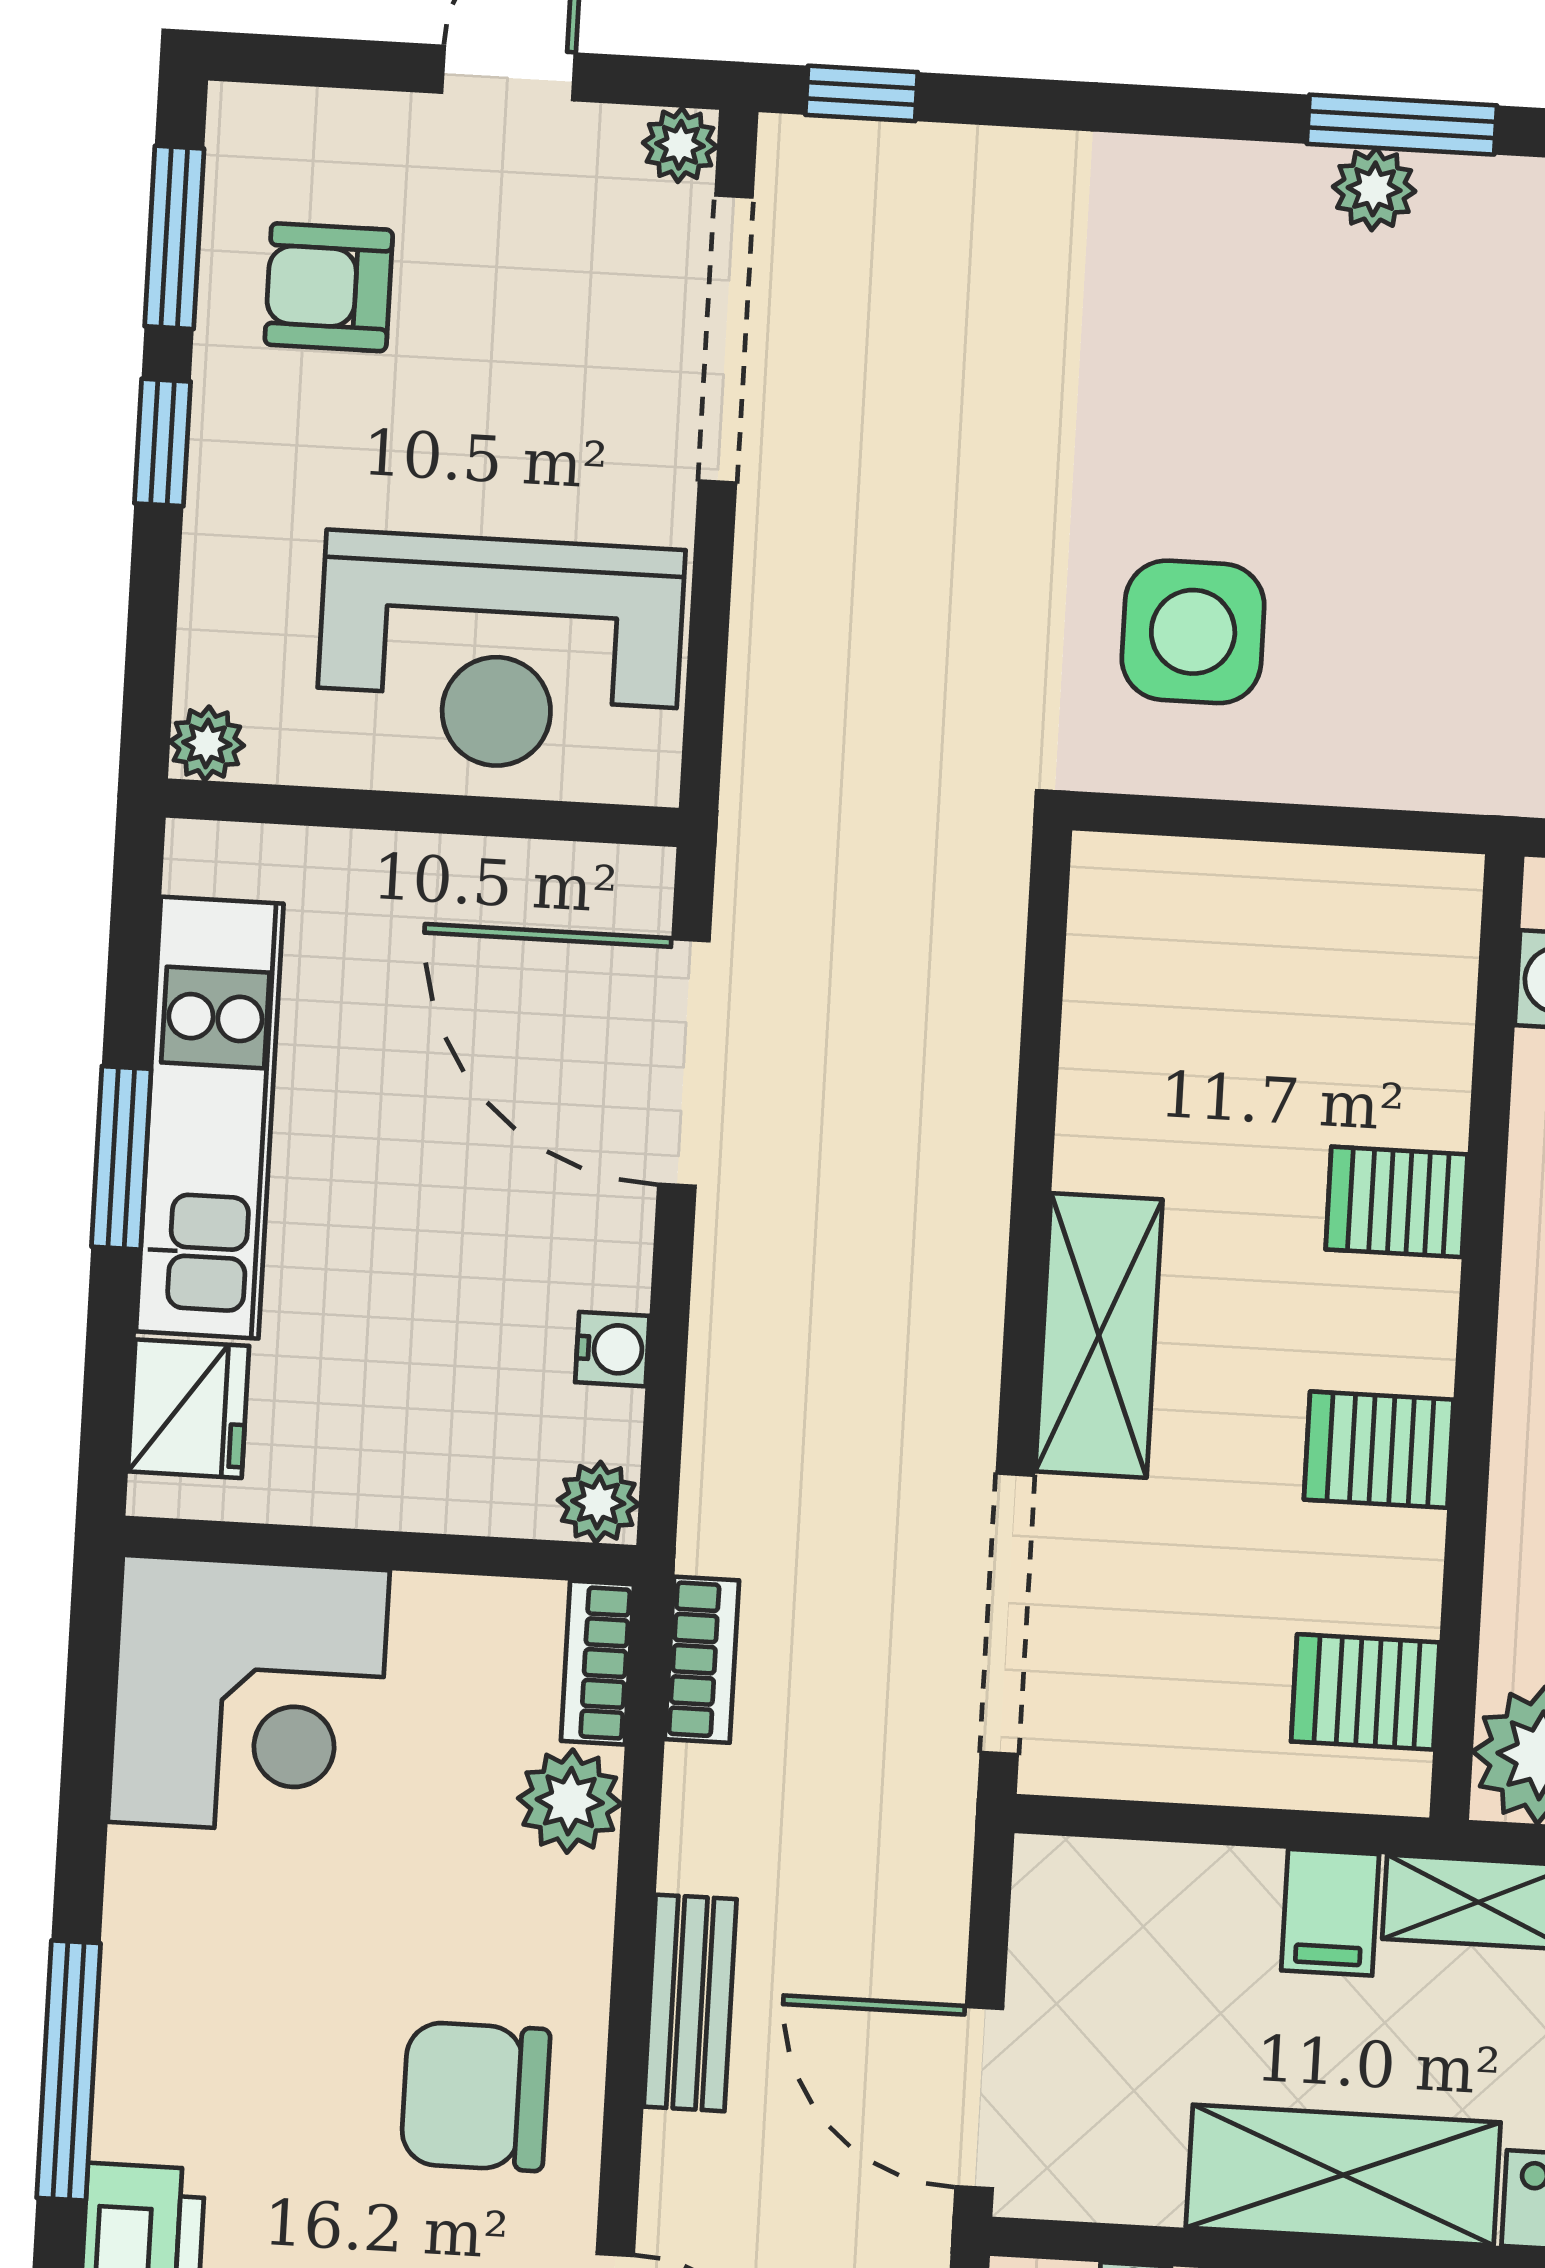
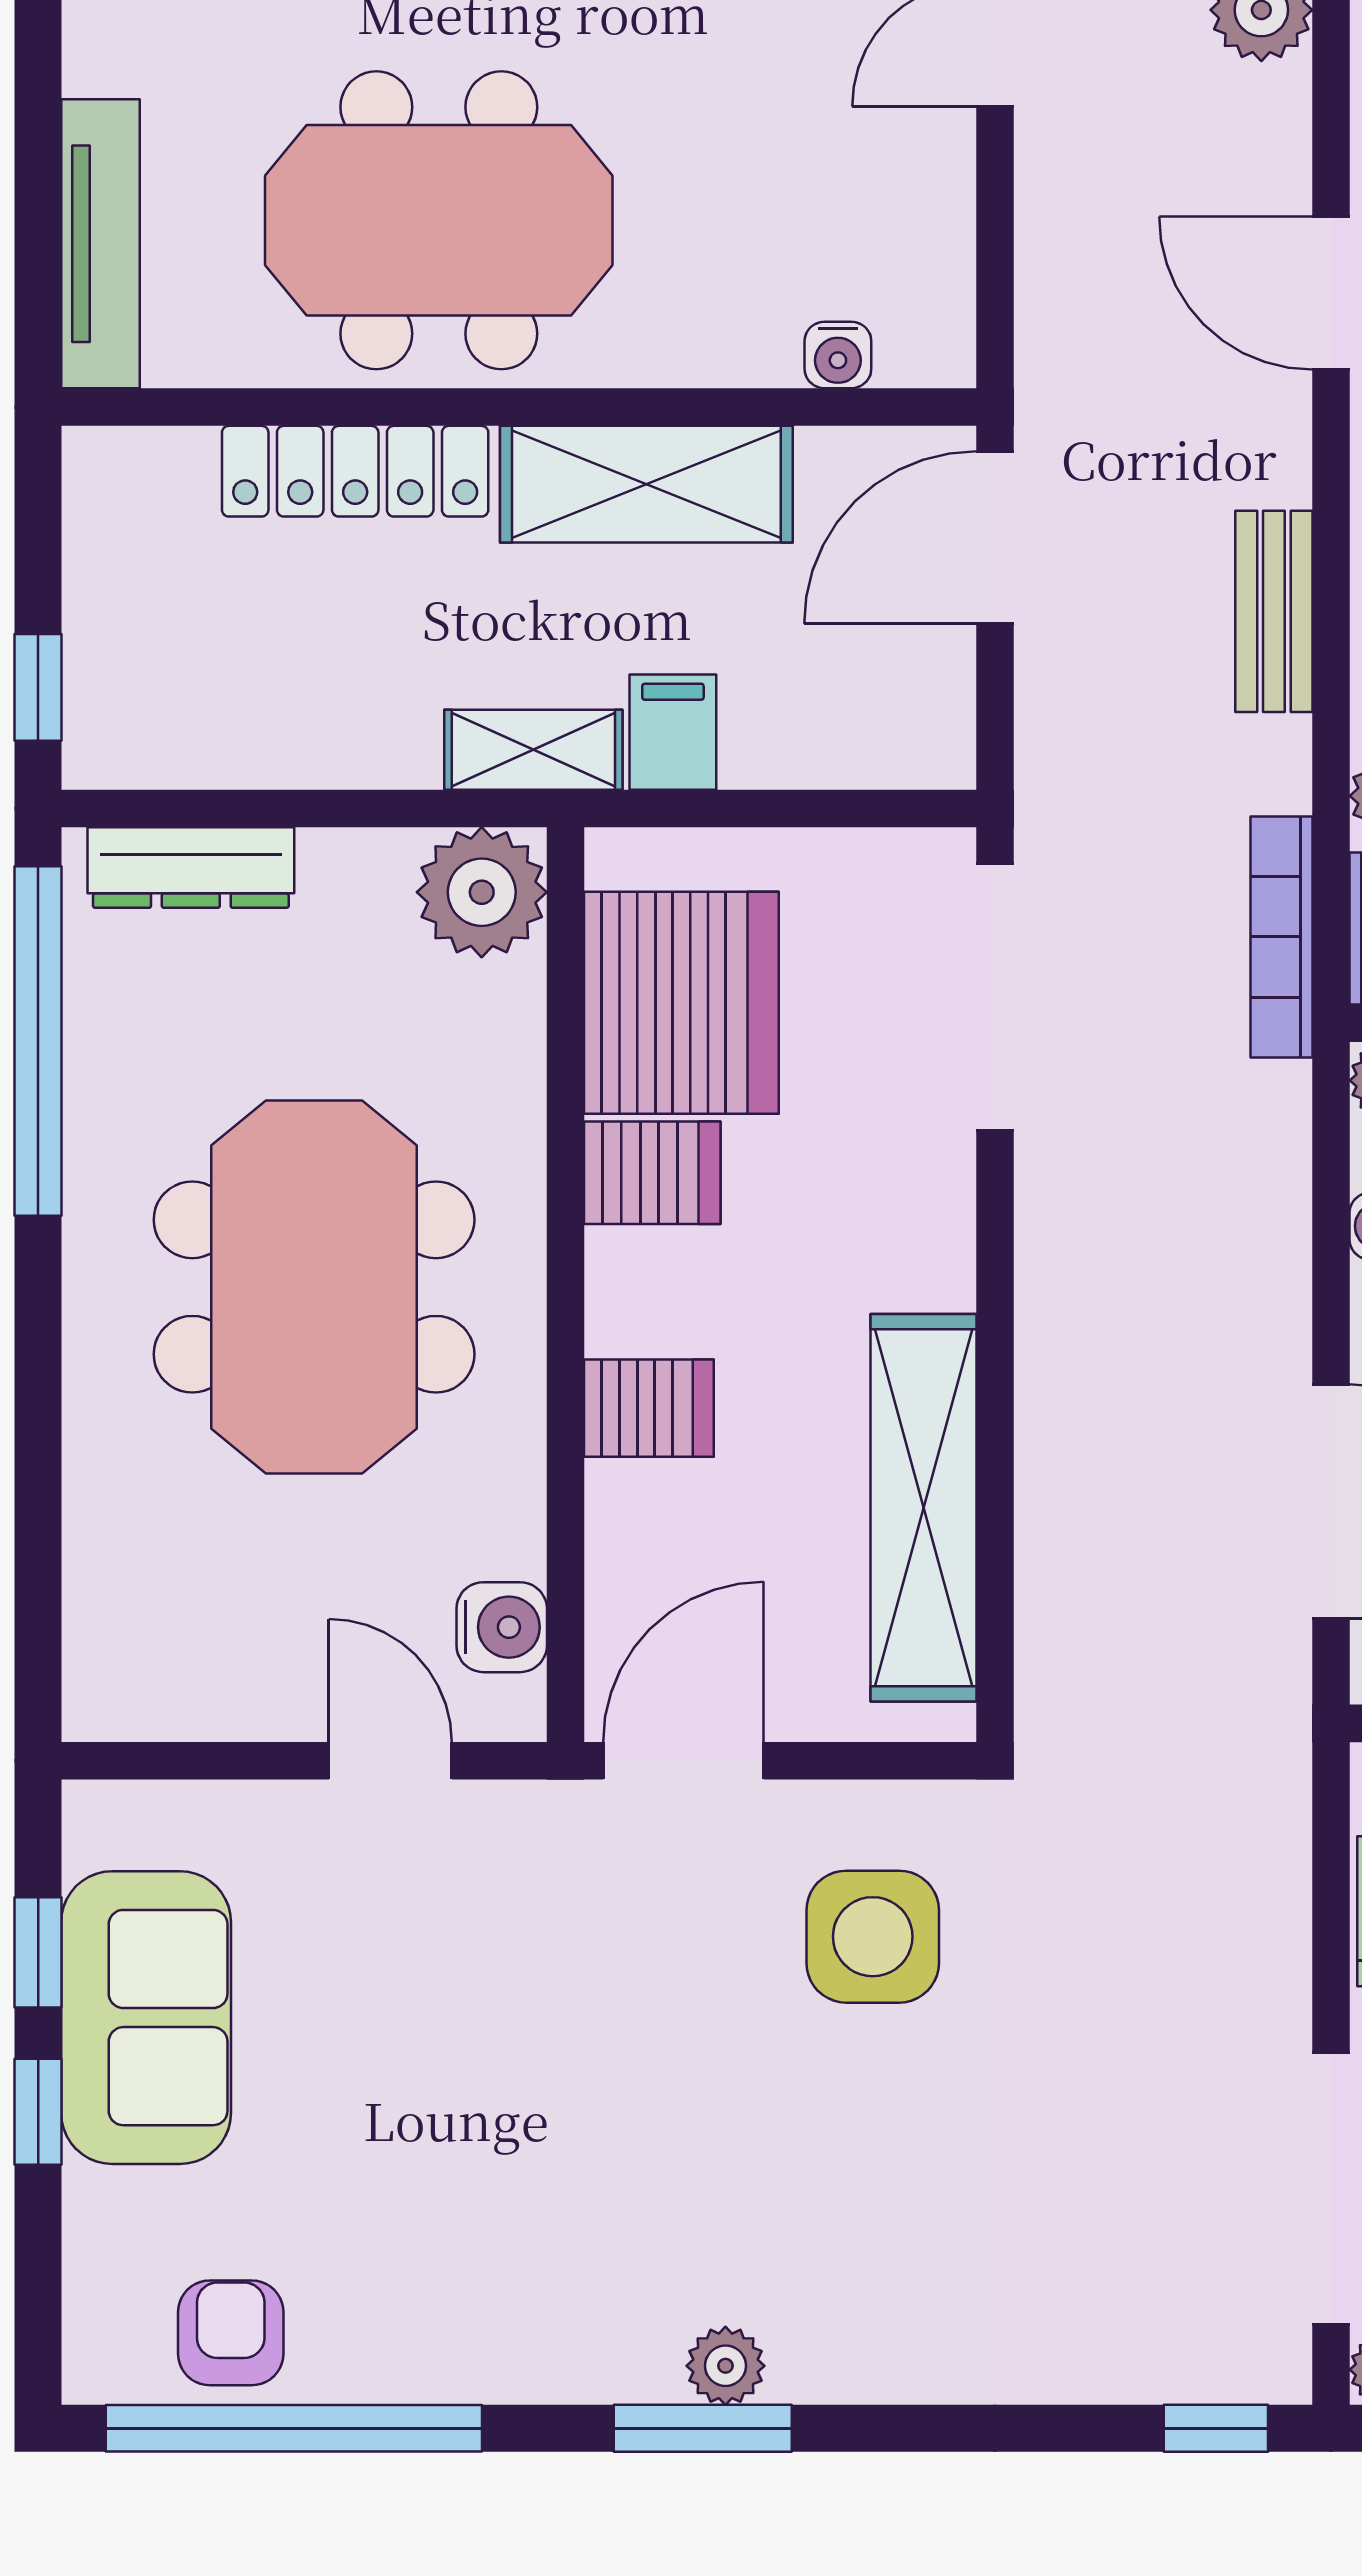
door: (1382, 829) -> (683, 1761), added
shelving: (1099, 1335) -> (923, 1508), moved, width x1.47
bookcase: (702, 1660) -> (1281, 937), width x1.56
server rack: (1365, 1692) -> (681, 1003), width x2.18, depth x1.44
door: (979, 2098) -> (995, 538), swing flipped

